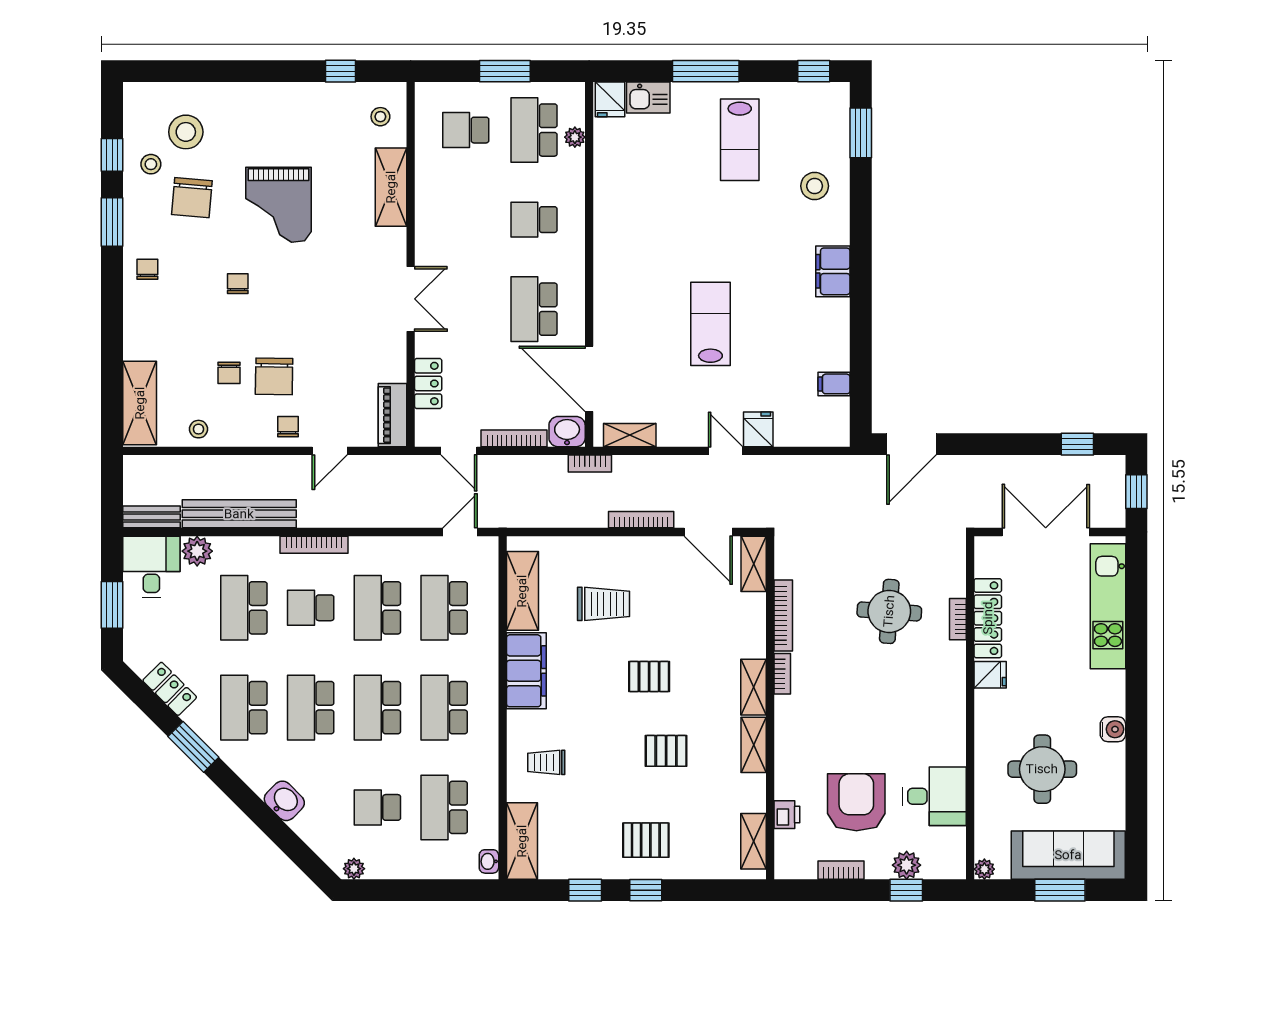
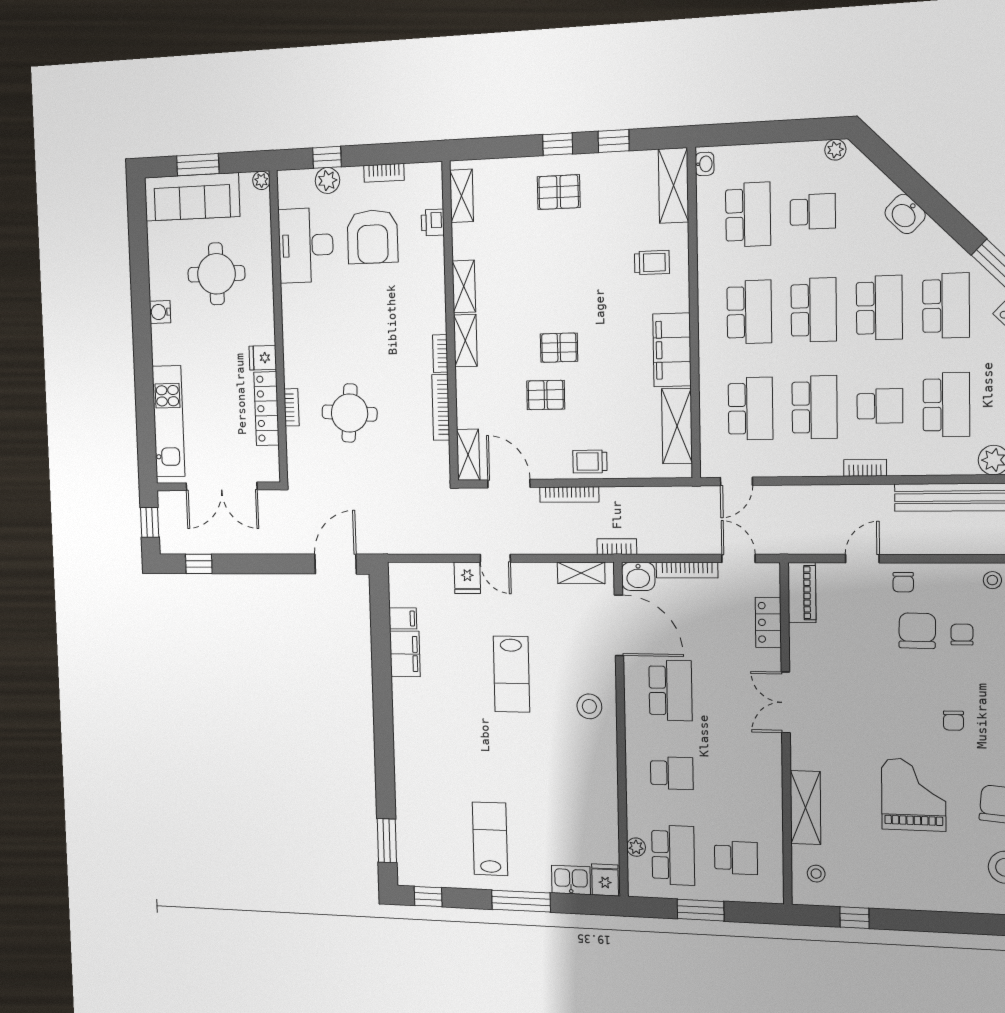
stool: (815, 186) -> (589, 706), moved
filing cabinet: (833, 271) -> (405, 654), moved
bookcase: (314, 545) -> (865, 468), width x0.64
trolley: (604, 604) -> (590, 462), moved, width x0.73, depth x0.72
pallet: (666, 751) -> (546, 395), moved
desk: (934, 796) -> (306, 245), width x1.37

